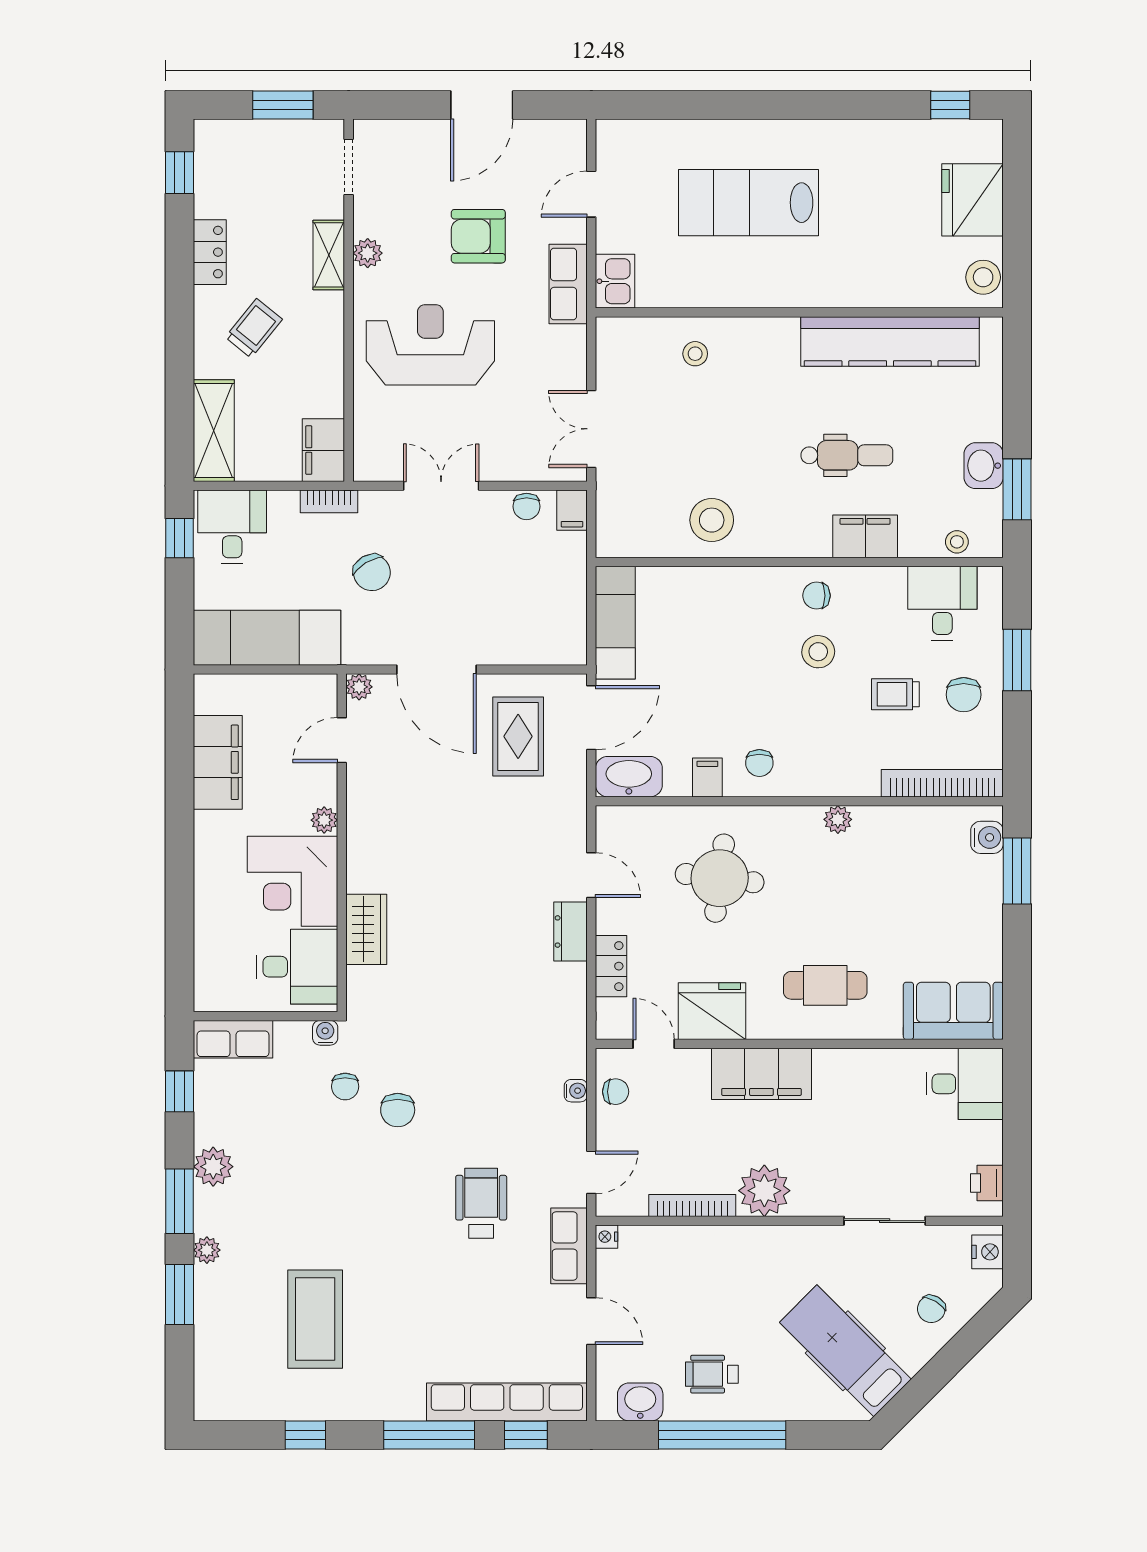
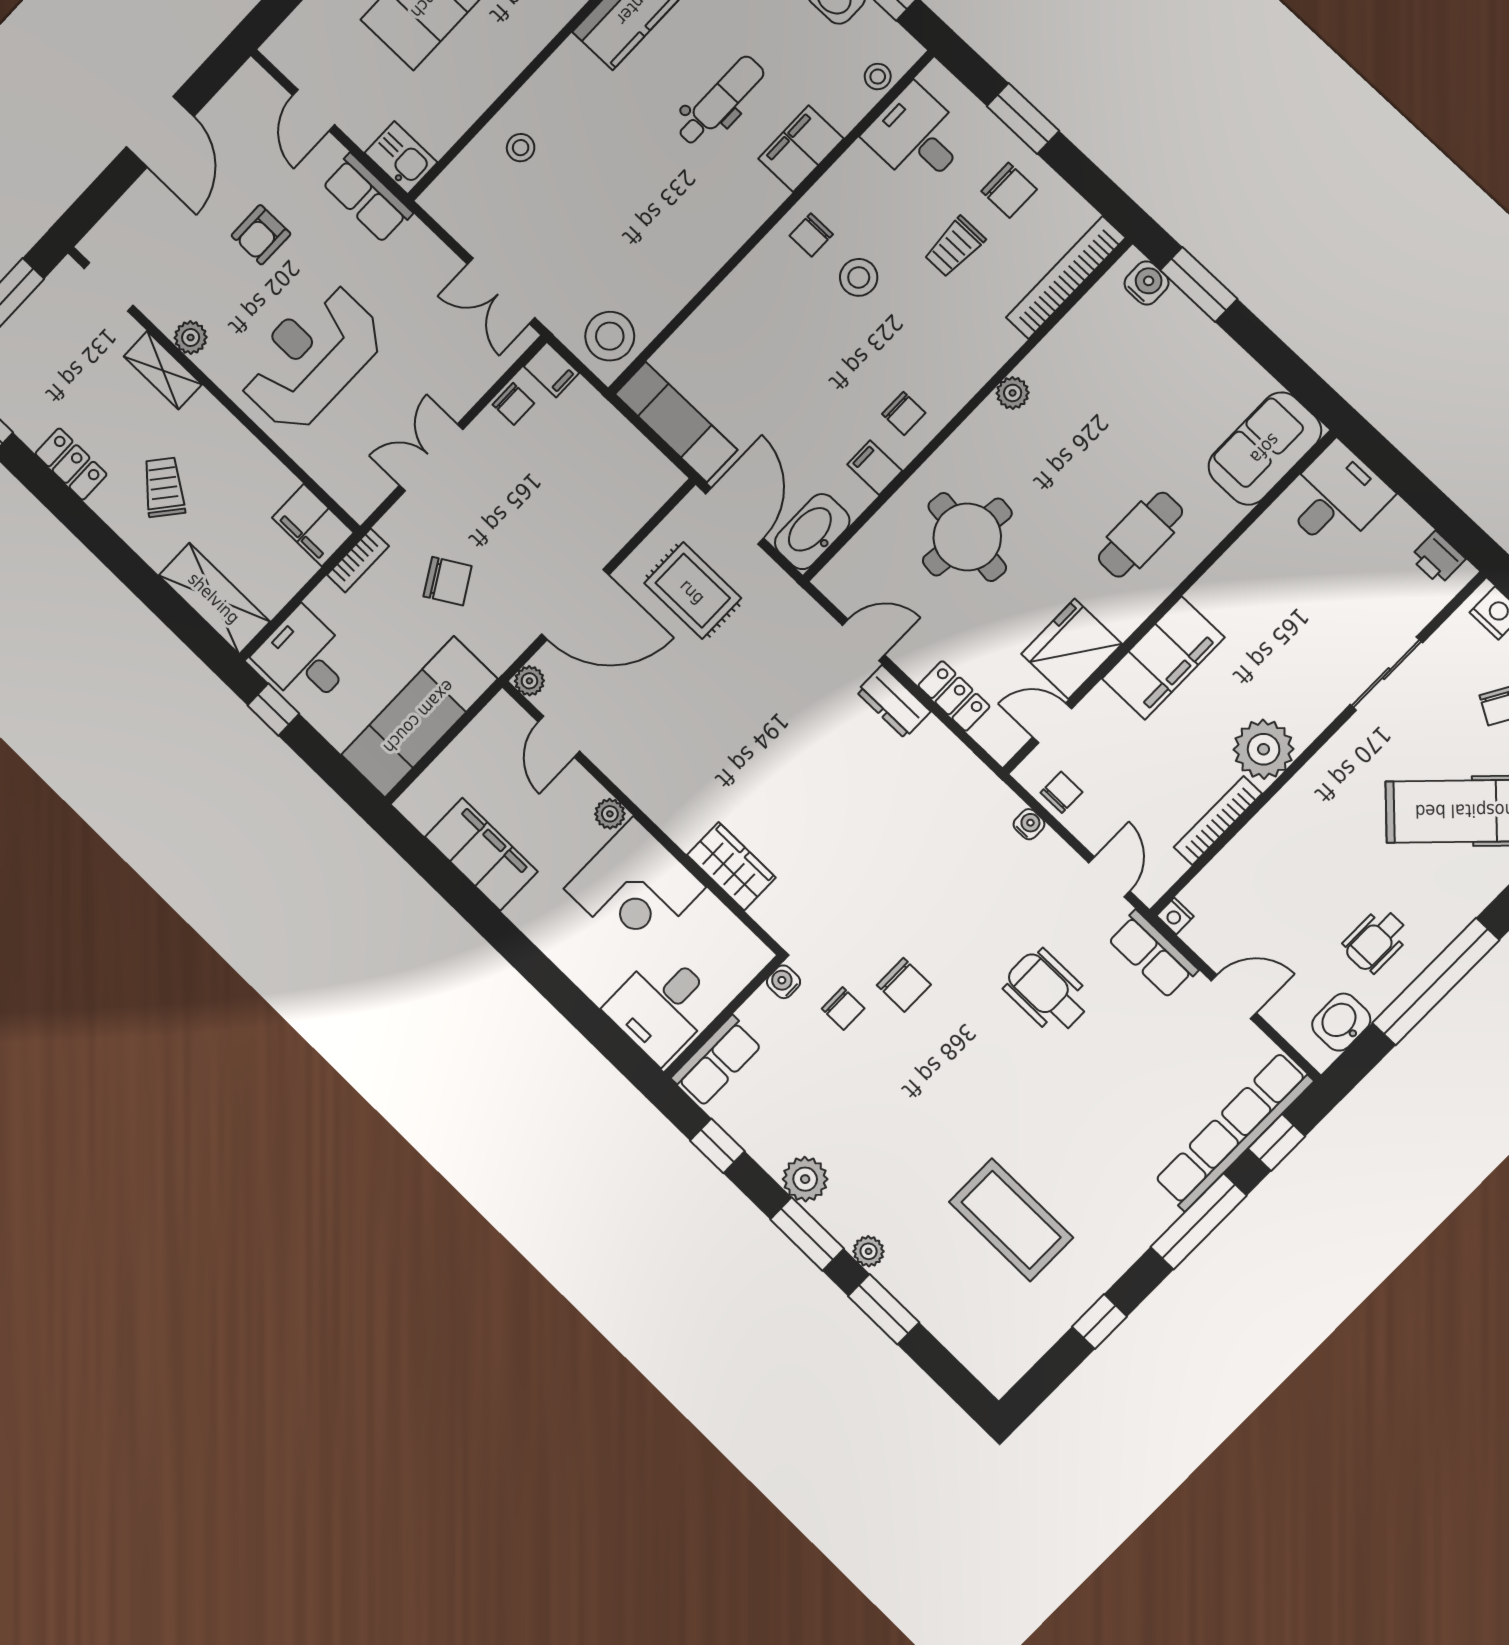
armchair: (478, 236) -> (261, 235), width x0.72, depth x0.72
stool: (712, 520) -> (610, 336), moved
desk: (297, 967) -> (662, 1006), moved, turned 180

